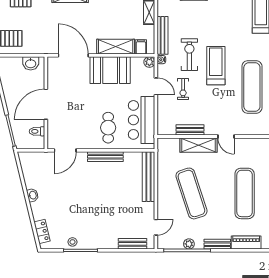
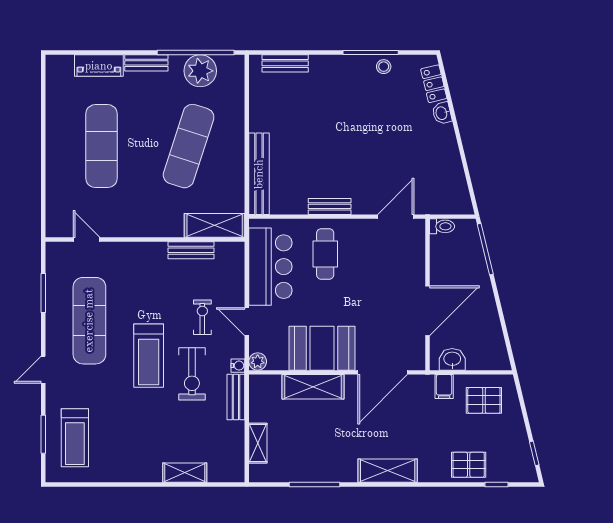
bench: (163, 35) -> (236, 397), width x0.73
filing cabinet: (141, 47) -> (444, 386), moved
door: (73, 55) -> (383, 372), hinge flipped
door: (46, 104) -> (427, 311), moved
toilet: (37, 131) -> (442, 226), moved
door: (226, 136) -> (87, 239), moved
shelving: (198, 145) -> (215, 225), moved
bench: (105, 157) -> (330, 206), width x0.73
exercise mat: (191, 193) -> (189, 146), turned 36
washbasin: (33, 195) -> (442, 113), moved
door: (156, 227) -> (247, 91), removed
plant: (189, 244) -> (200, 71), width x1.88, depth x1.88

